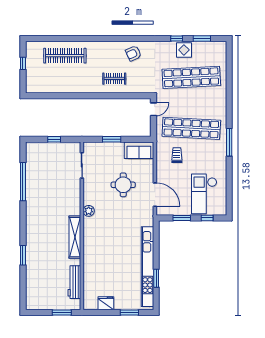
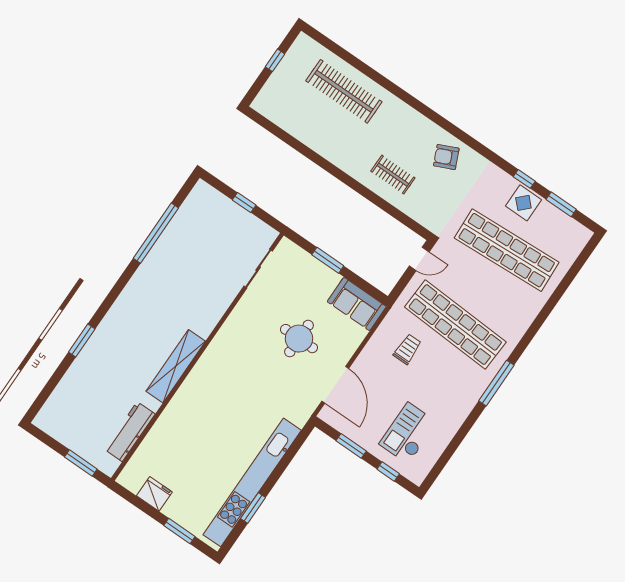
checkout: (204, 194) -> (408, 433), width x0.73, depth x0.83
plant: (89, 211) -> (222, 342), removed

